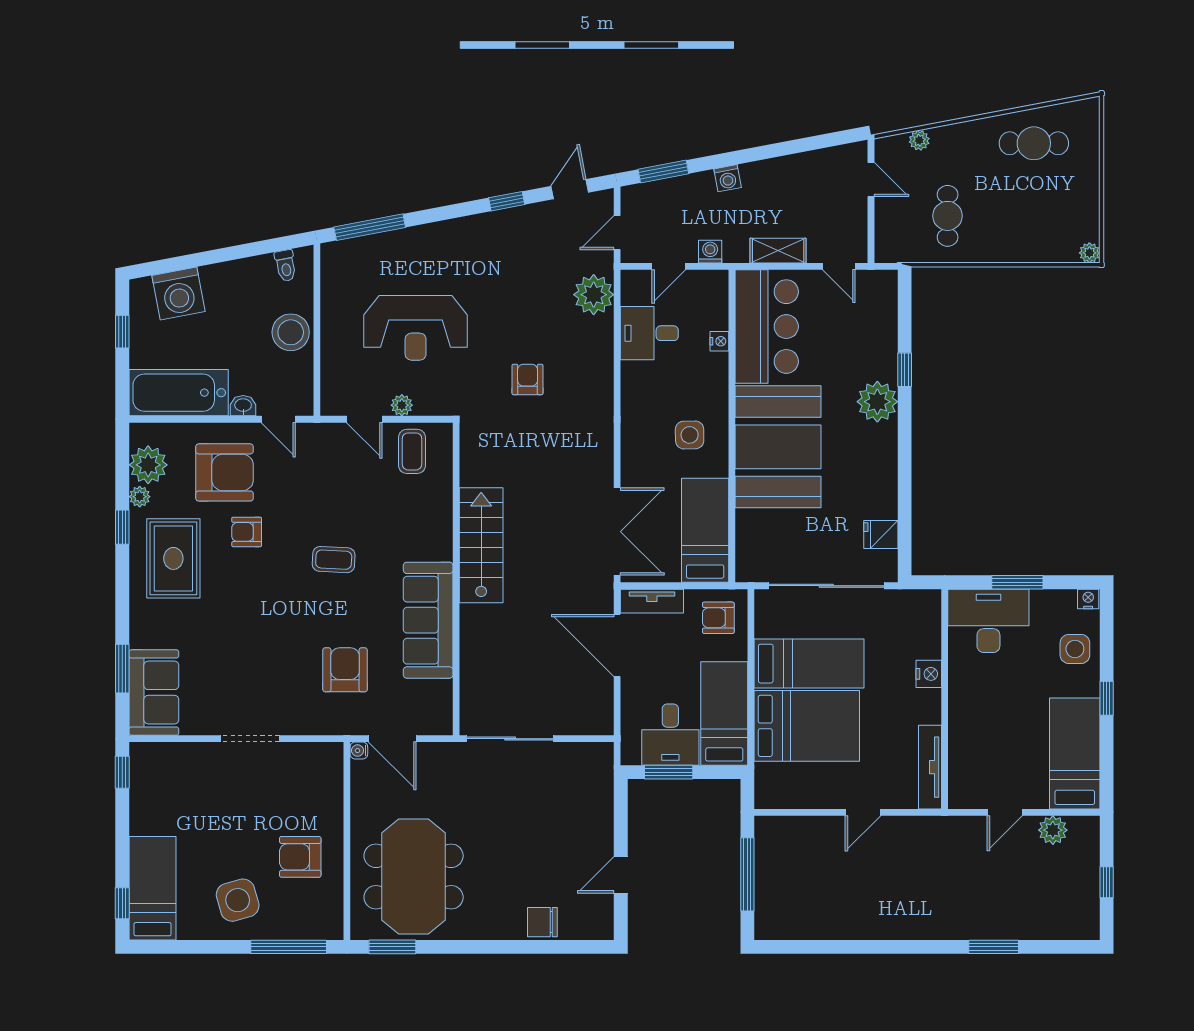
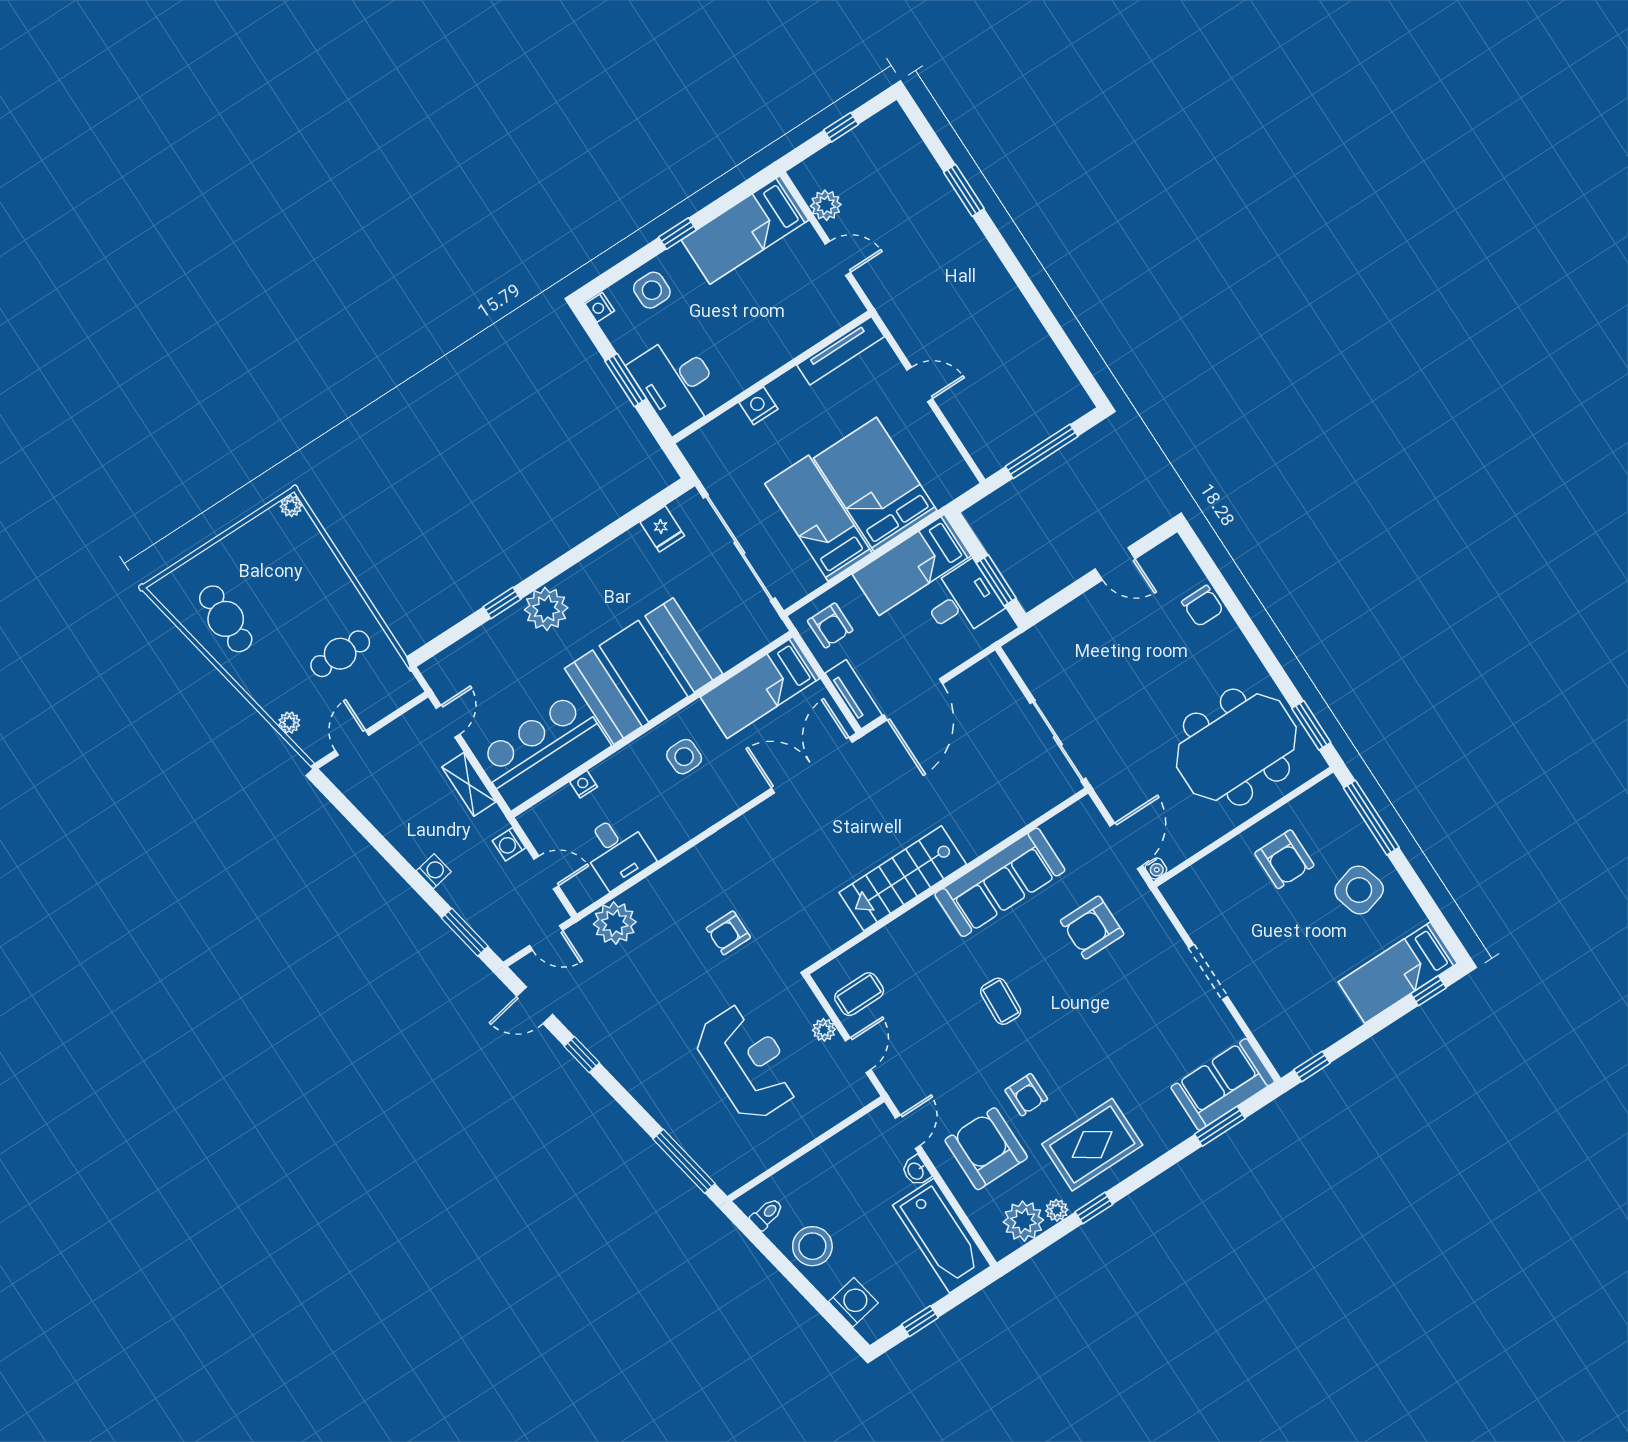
washing machine: (179, 294) -> (853, 1302), width x0.73, depth x0.73
stool: (291, 332) -> (812, 1246), moved

